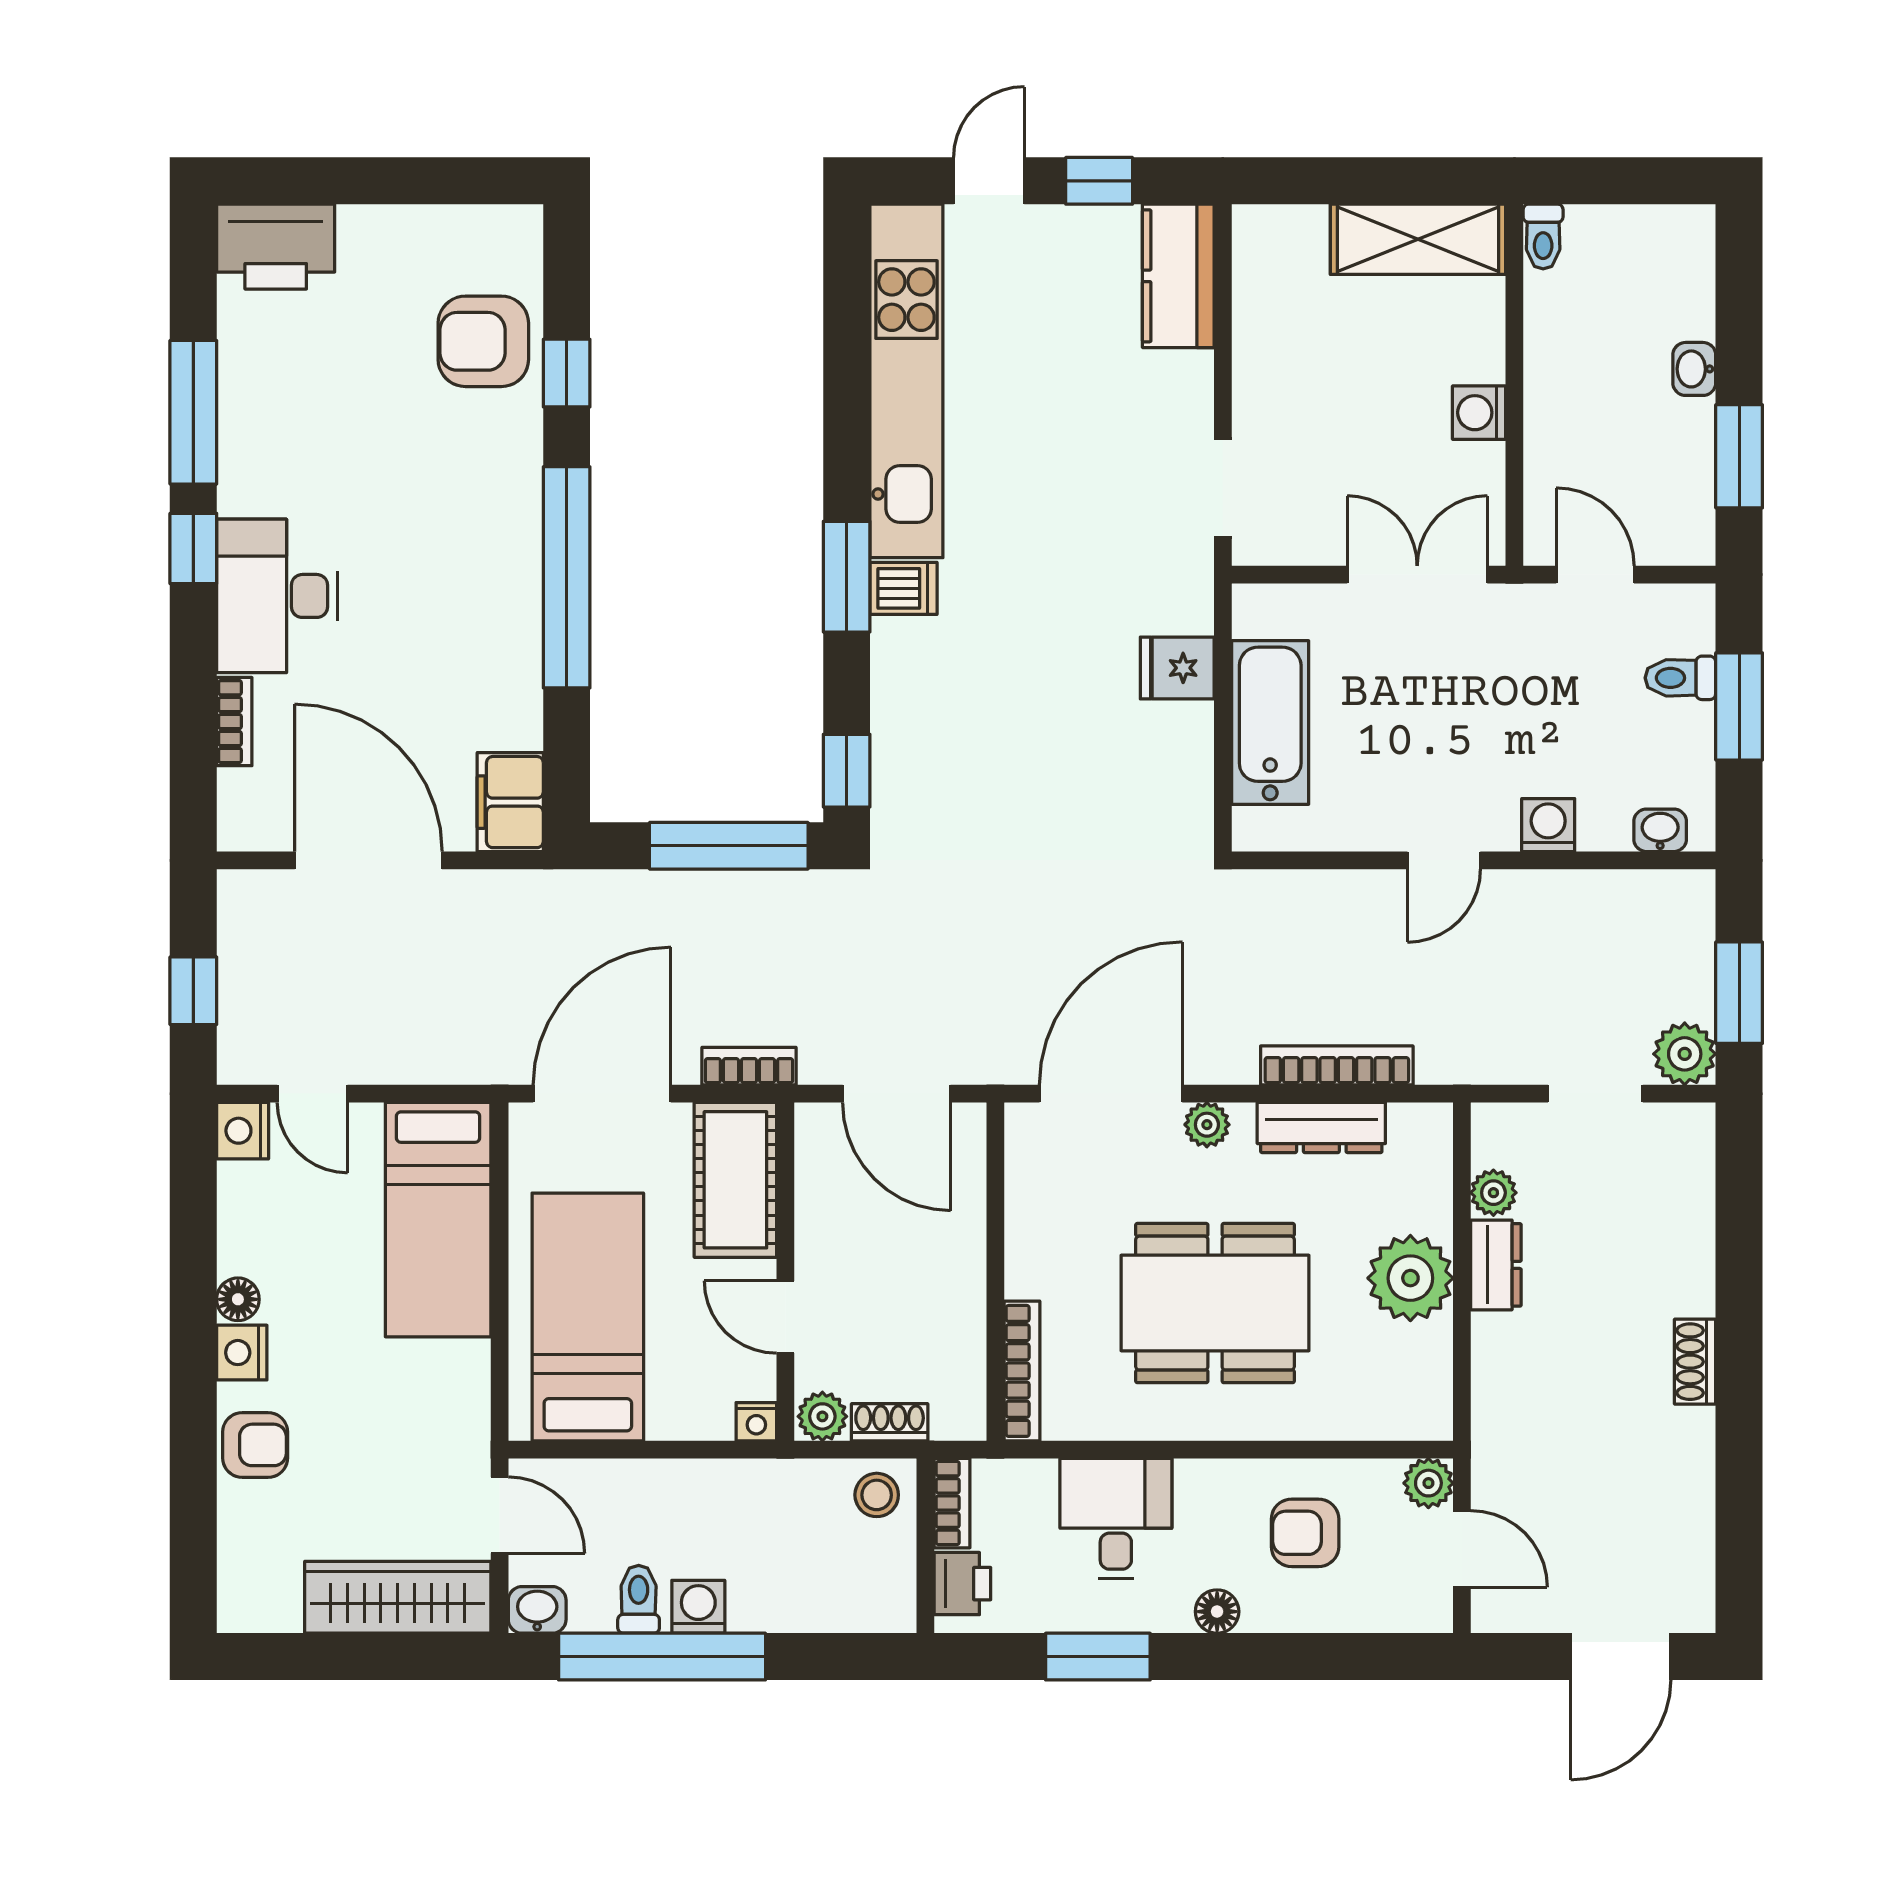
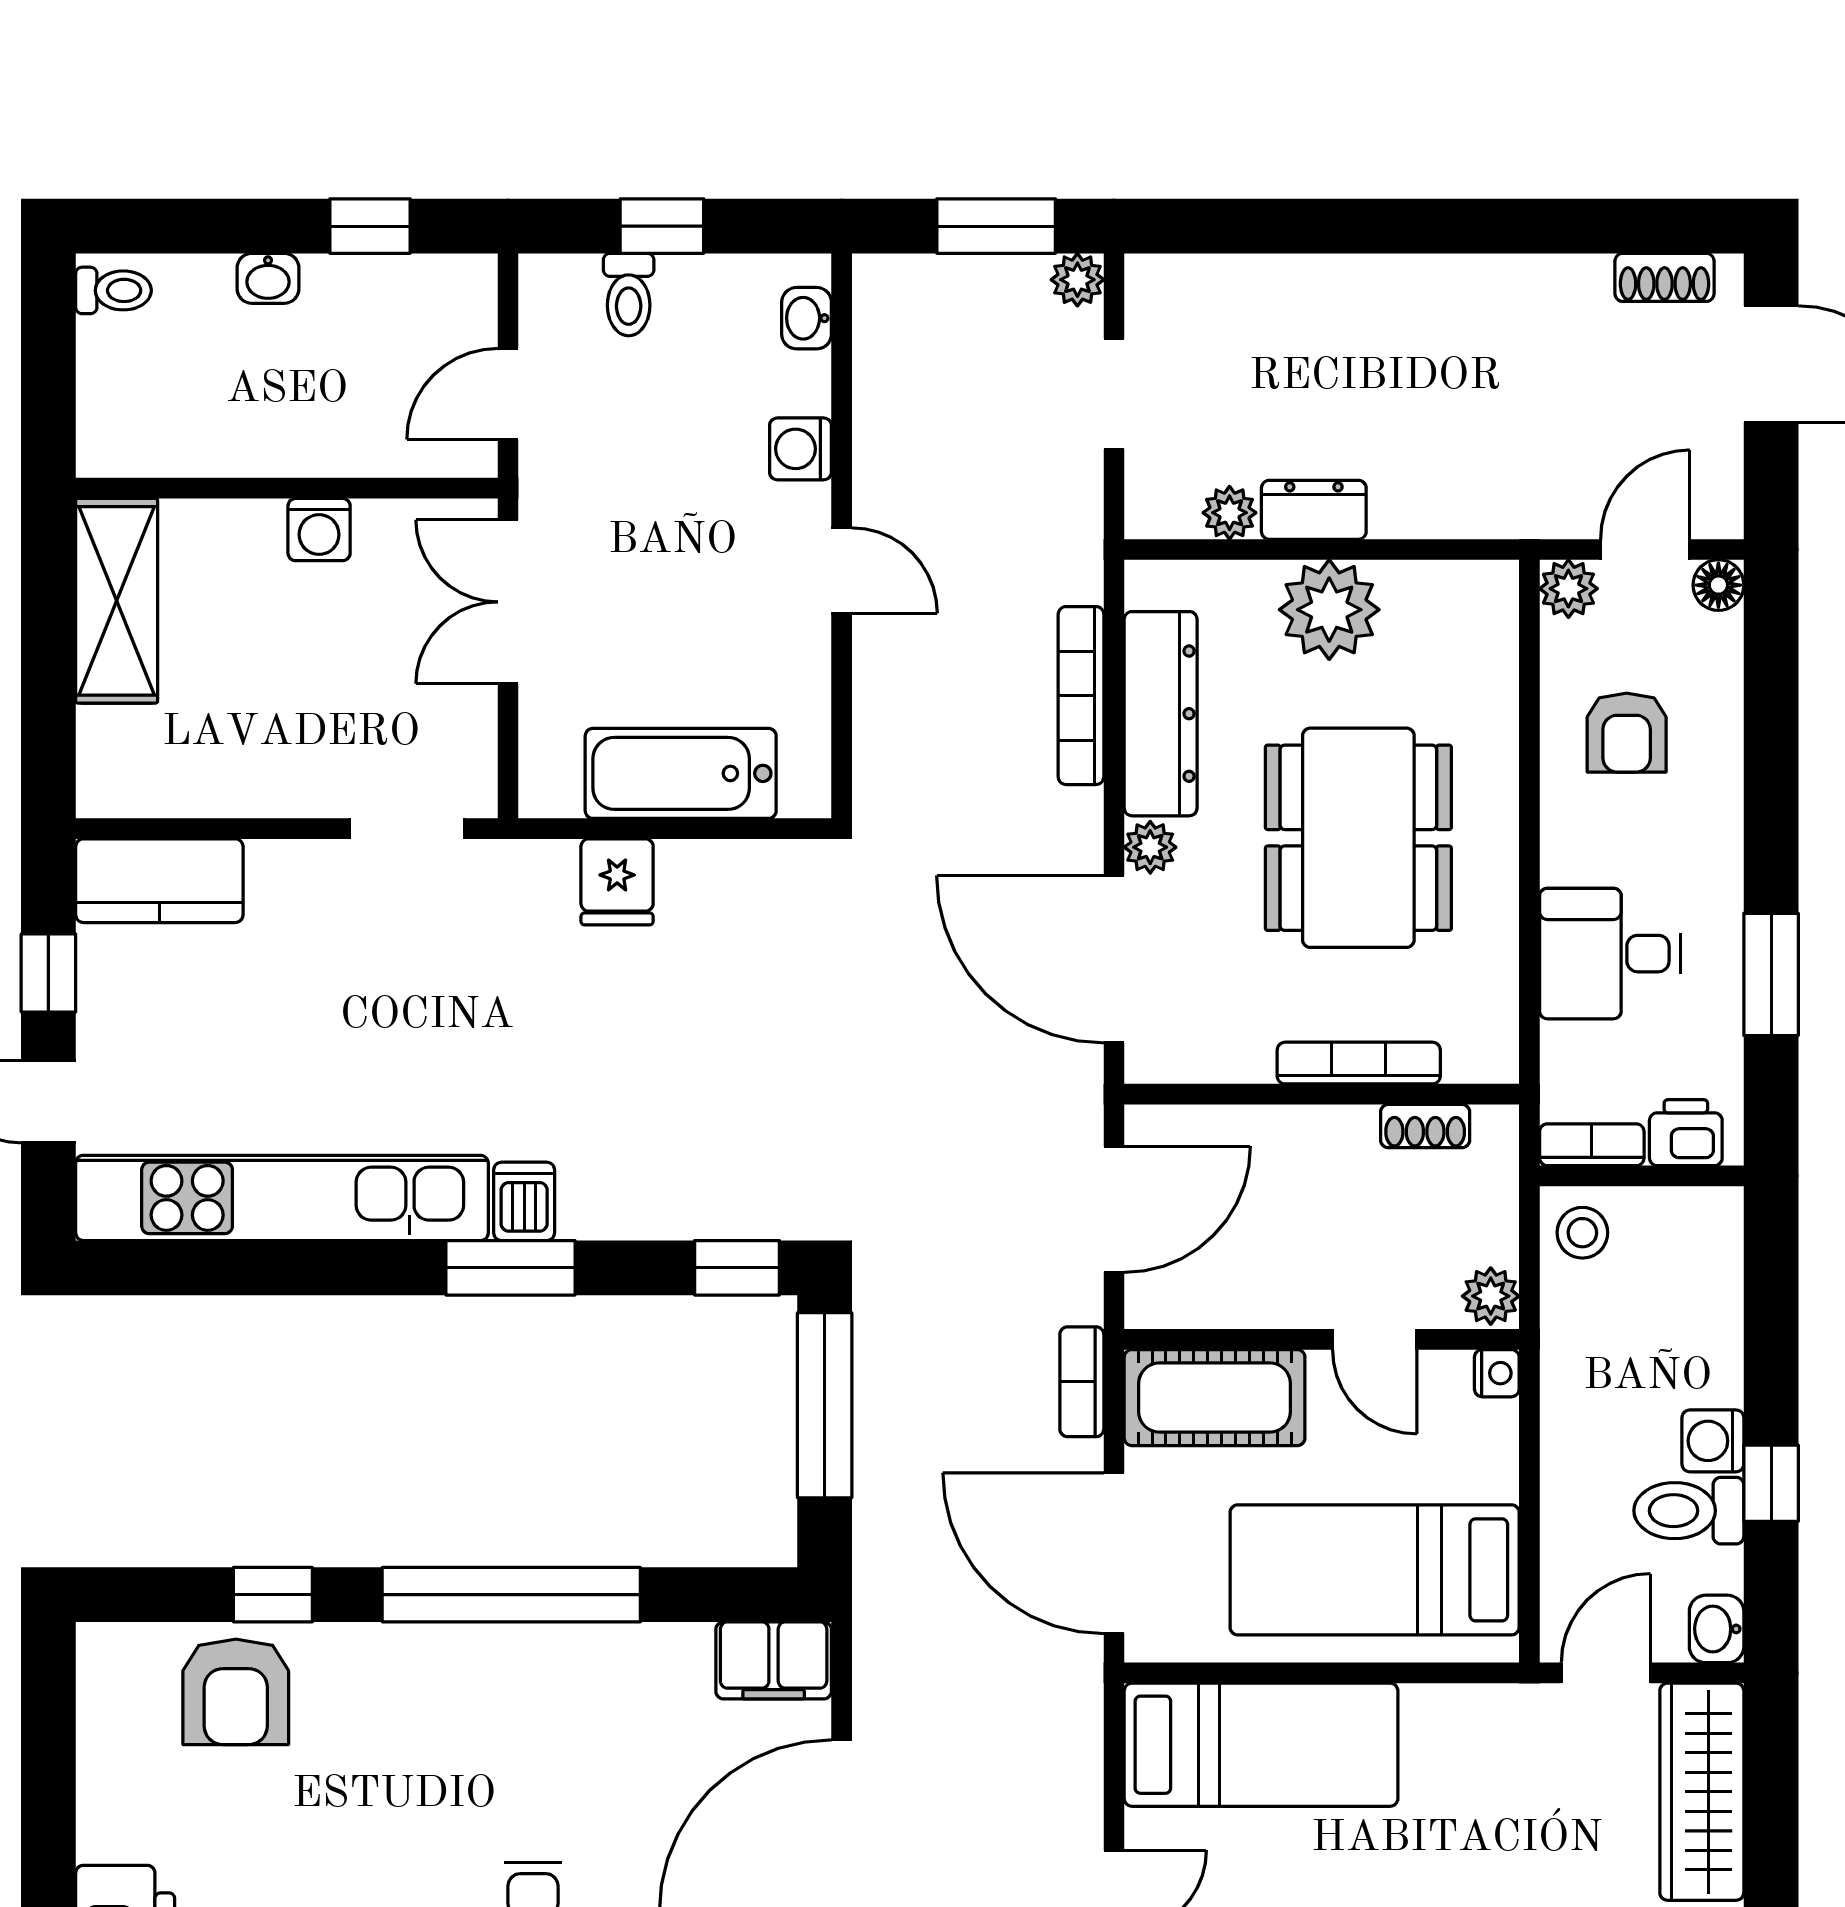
toilet: (1543, 237) -> (113, 290), moved
window: (1739, 456) -> (370, 226), width x0.67
window: (1739, 706) -> (662, 226), width x0.67
plant: (1685, 1054) -> (1077, 280), width x0.73, depth x0.73
dresser: (1321, 1128) -> (1161, 714), width x1.37, depth x1.24
door: (785, 1317) -> (1375, 1339), hinge flipped
shoe rack: (1695, 1362) -> (1664, 277), moved
bookcase: (1022, 1371) -> (1359, 1063), moved
shoe rack: (890, 1422) -> (1425, 1126), moved, turned -90
toilet: (639, 1599) -> (1689, 1511), width x1.37, depth x1.39
floor lamp: (1217, 1612) -> (1718, 585), moved
window: (662, 1657) -> (1771, 1483), width x0.32

